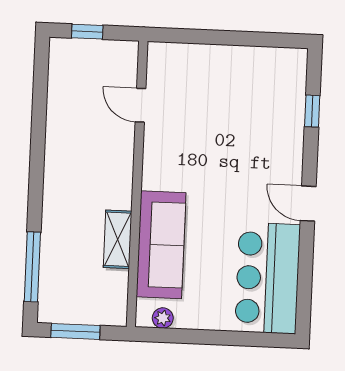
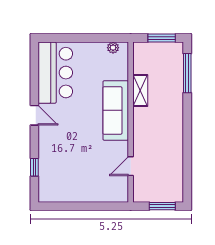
window: (87, 32) -> (162, 206), width x1.50
door: (140, 105) -> (131, 166), swing flipped
sofa: (161, 245) -> (116, 110), moved

